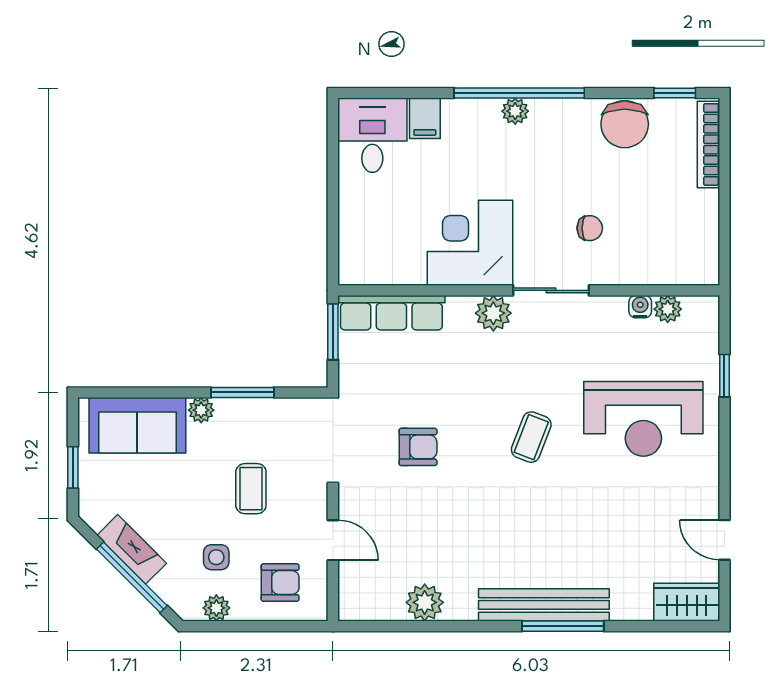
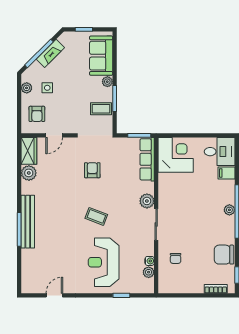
bookcase: (708, 144) -> (216, 289), width x0.64
chair: (590, 228) -> (176, 258), moved
corner desk: (470, 243) -> (176, 155), moved
armchair: (418, 447) -> (92, 170), turned 180
coffee table: (251, 489) -> (101, 109), moved
wardrobe: (687, 602) -> (29, 151), moved

